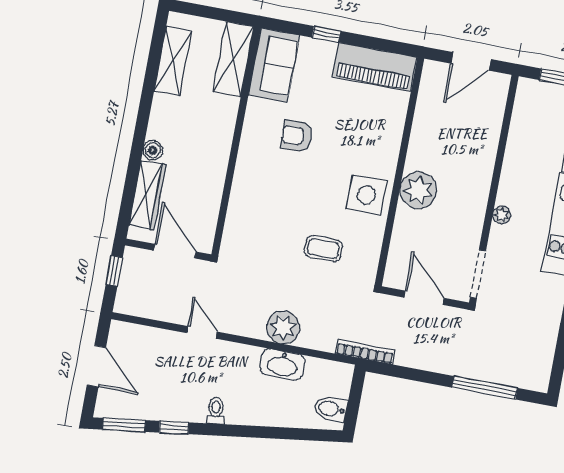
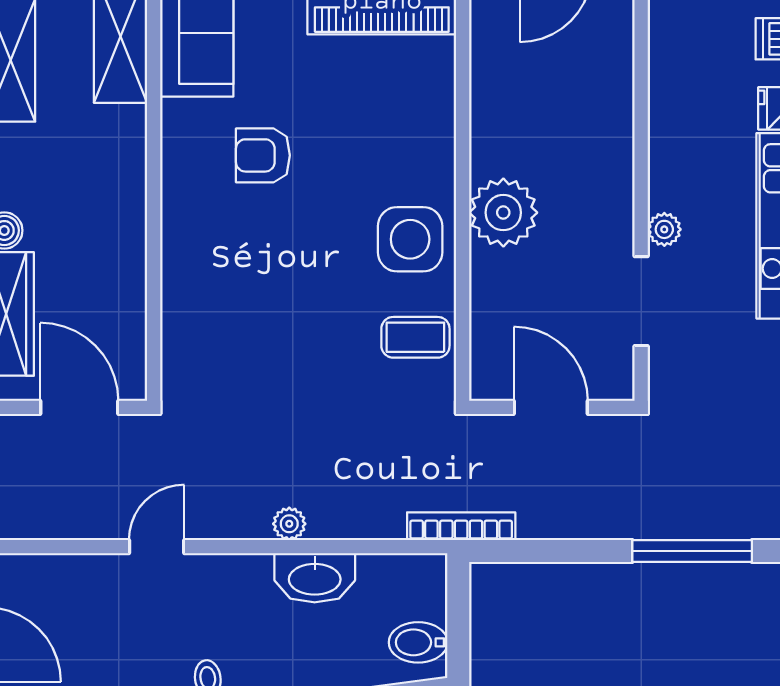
coffee table: (323, 249) -> (415, 337), moved
doorway: (478, 274) -> (641, 301), moved
plant: (283, 327) -> (289, 524), width x0.53, depth x0.53
door: (202, 332) -> (157, 547), hinge flipped

